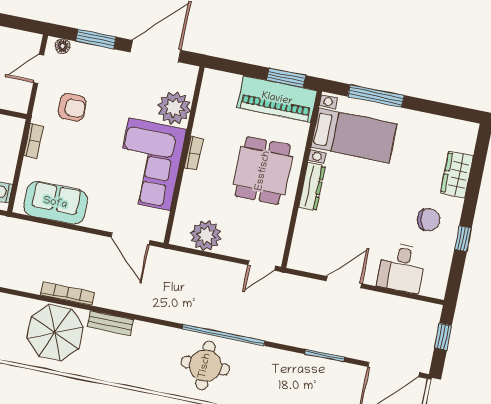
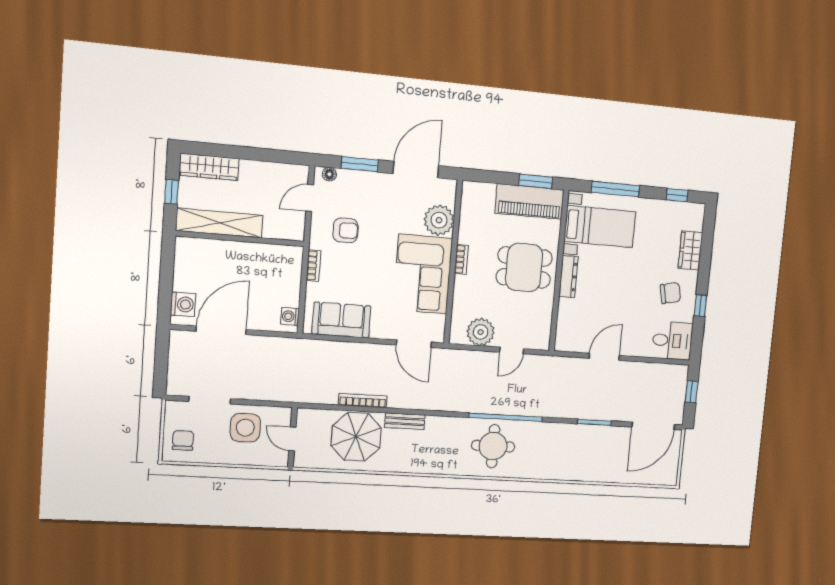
window: (447, 110) -> (677, 195), added
dining table: (263, 171) -> (524, 267), turned 90
door: (262, 265) -> (512, 350), moved
desk: (402, 268) -> (672, 341), moved, turned -90

